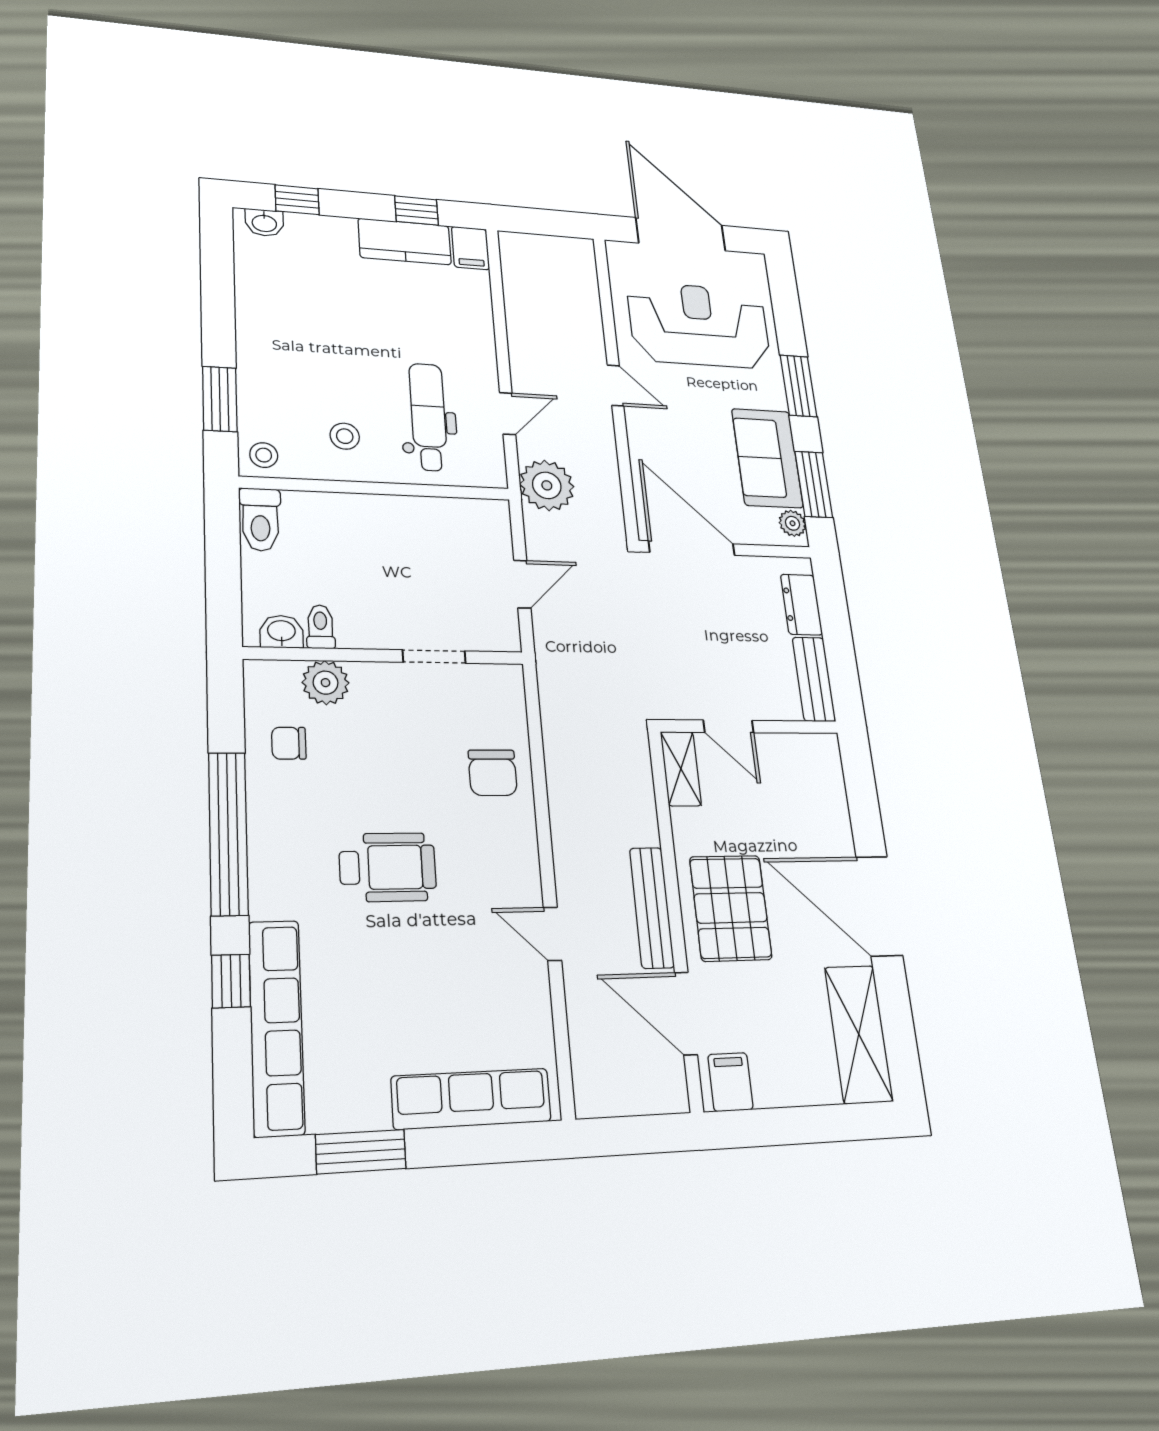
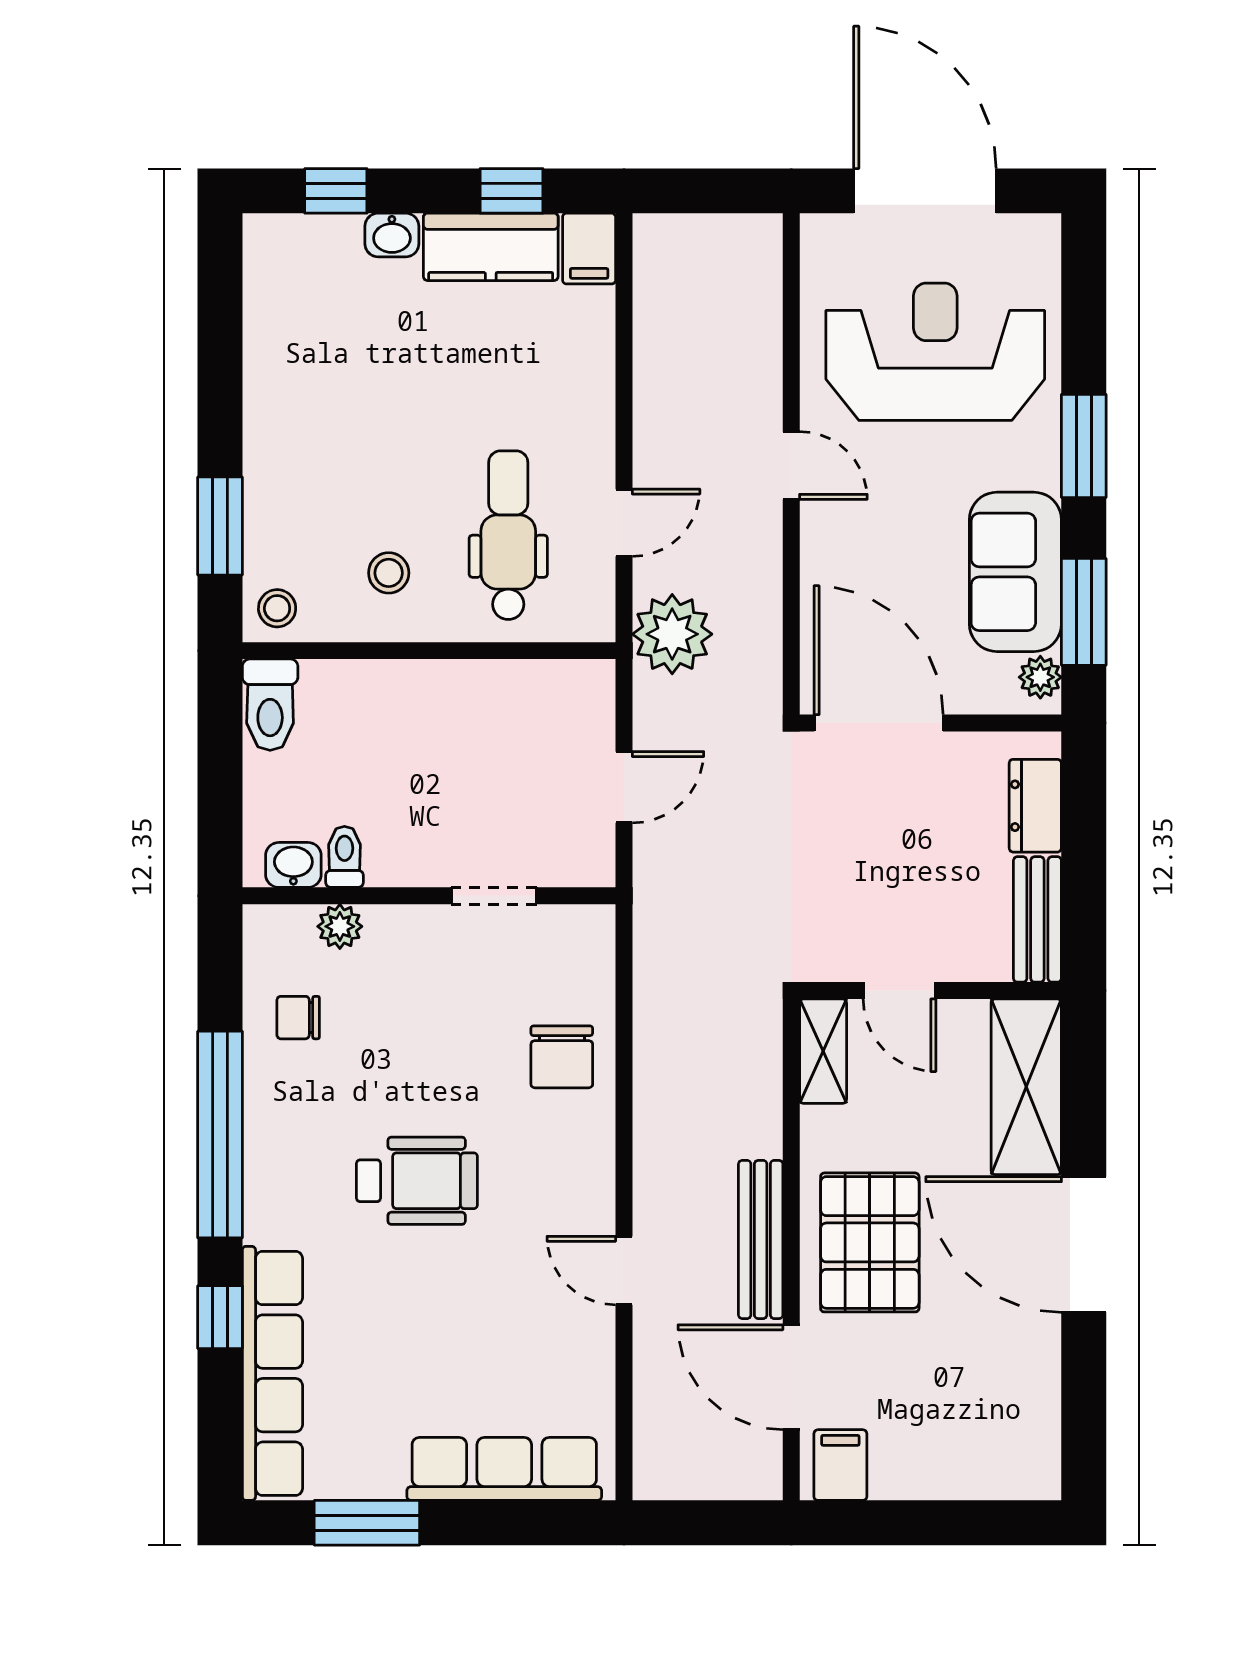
washbasin: (264, 223) -> (392, 235), moved
plant: (326, 683) -> (340, 926), width x0.73, depth x0.73
shelving: (859, 1034) -> (1026, 1087), moved

